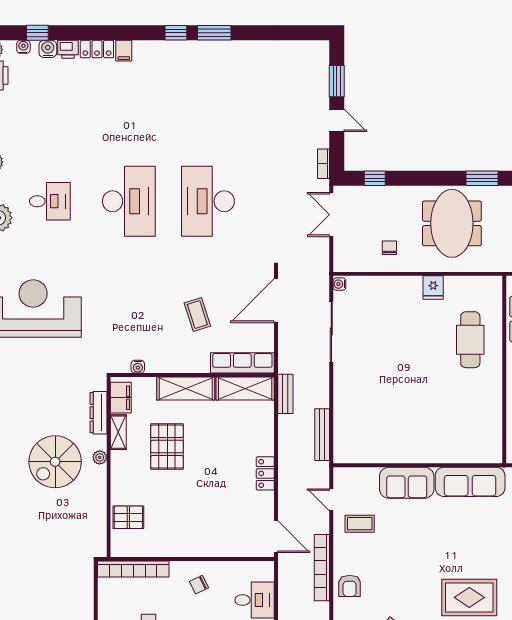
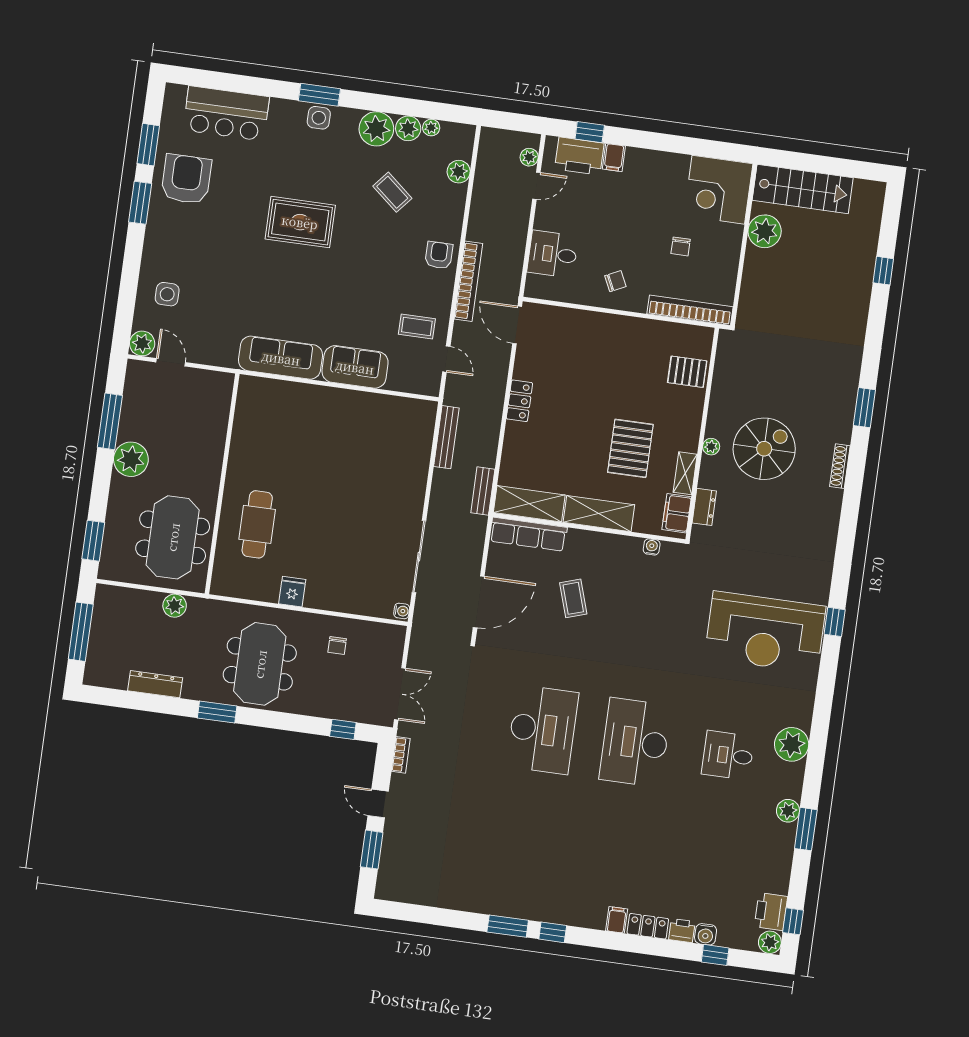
water cooler: (23, 47) -> (734, 941), removed
dresser: (98, 413) -> (704, 507), width x0.70

